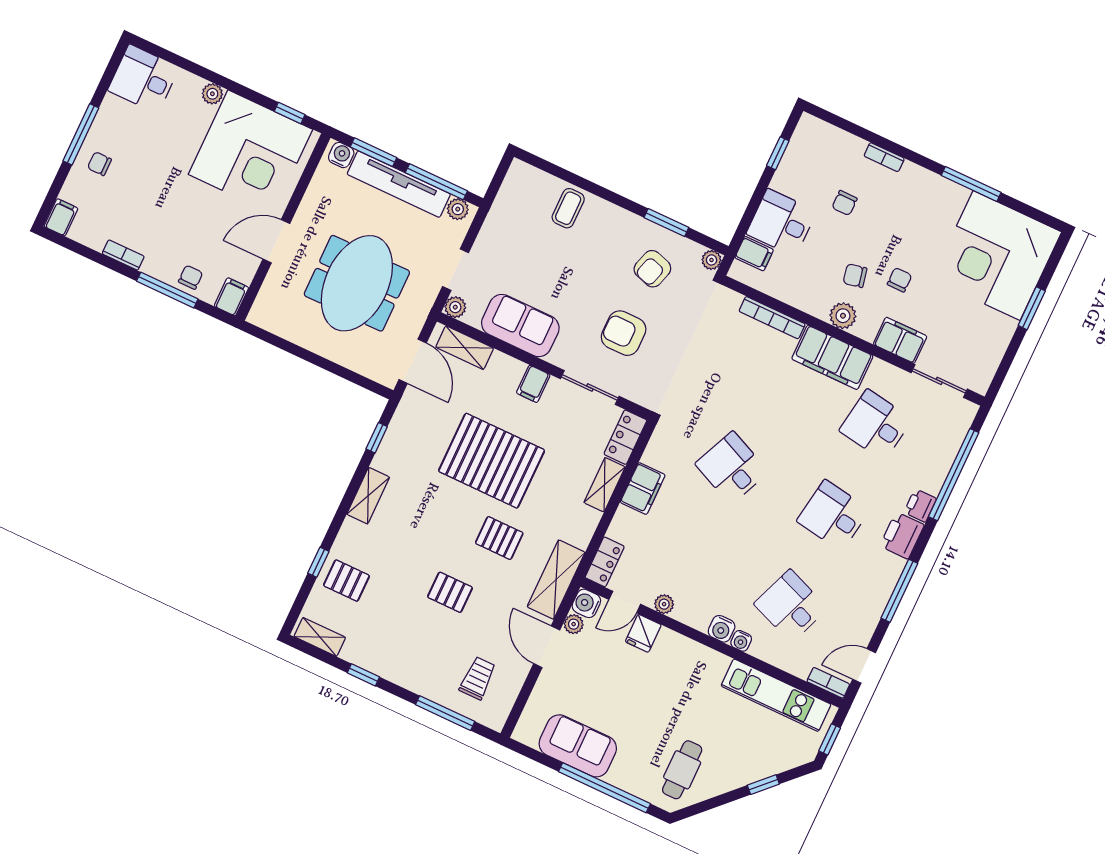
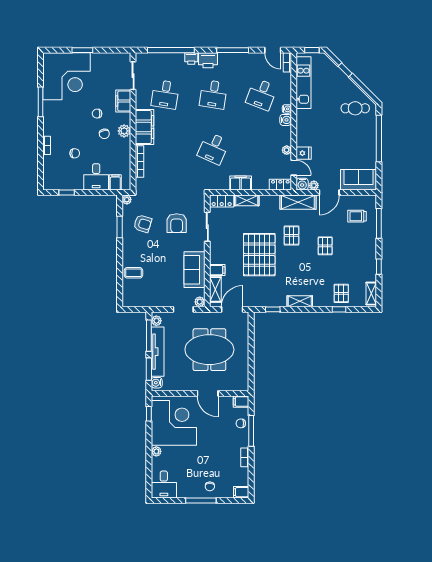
filing cabinet: (533, 384) -> (217, 270), moved
sofa: (578, 746) -> (359, 180), moved, turned 90

